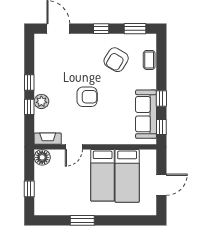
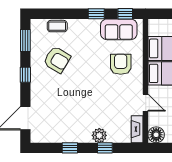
window: (29, 83) -> (70, 148), moved
armchair: (87, 97) -> (121, 64), moved
sofa: (146, 114) -> (119, 29), width x0.73

